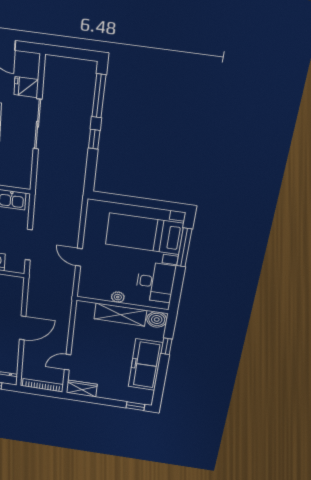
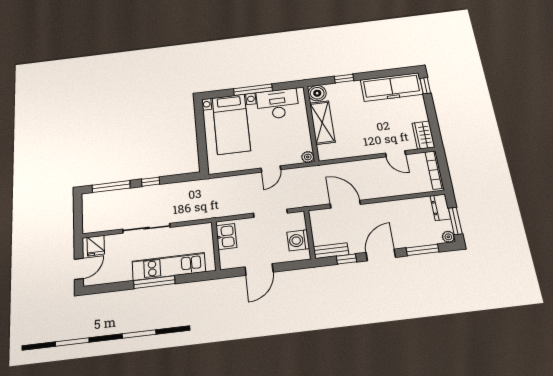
fridge: (26, 87) -> (96, 246), moved
window: (184, 247) -> (253, 90), moved
plant: (118, 297) -> (308, 157), moved
door: (23, 328) -> (345, 204), moved
freezer: (145, 365) -> (392, 87), moved

